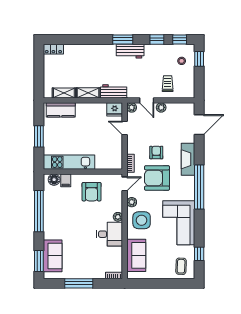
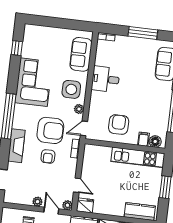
plant: (118, 217) -> (95, 96), removed
coffee table: (181, 266) -> (37, 38), removed

